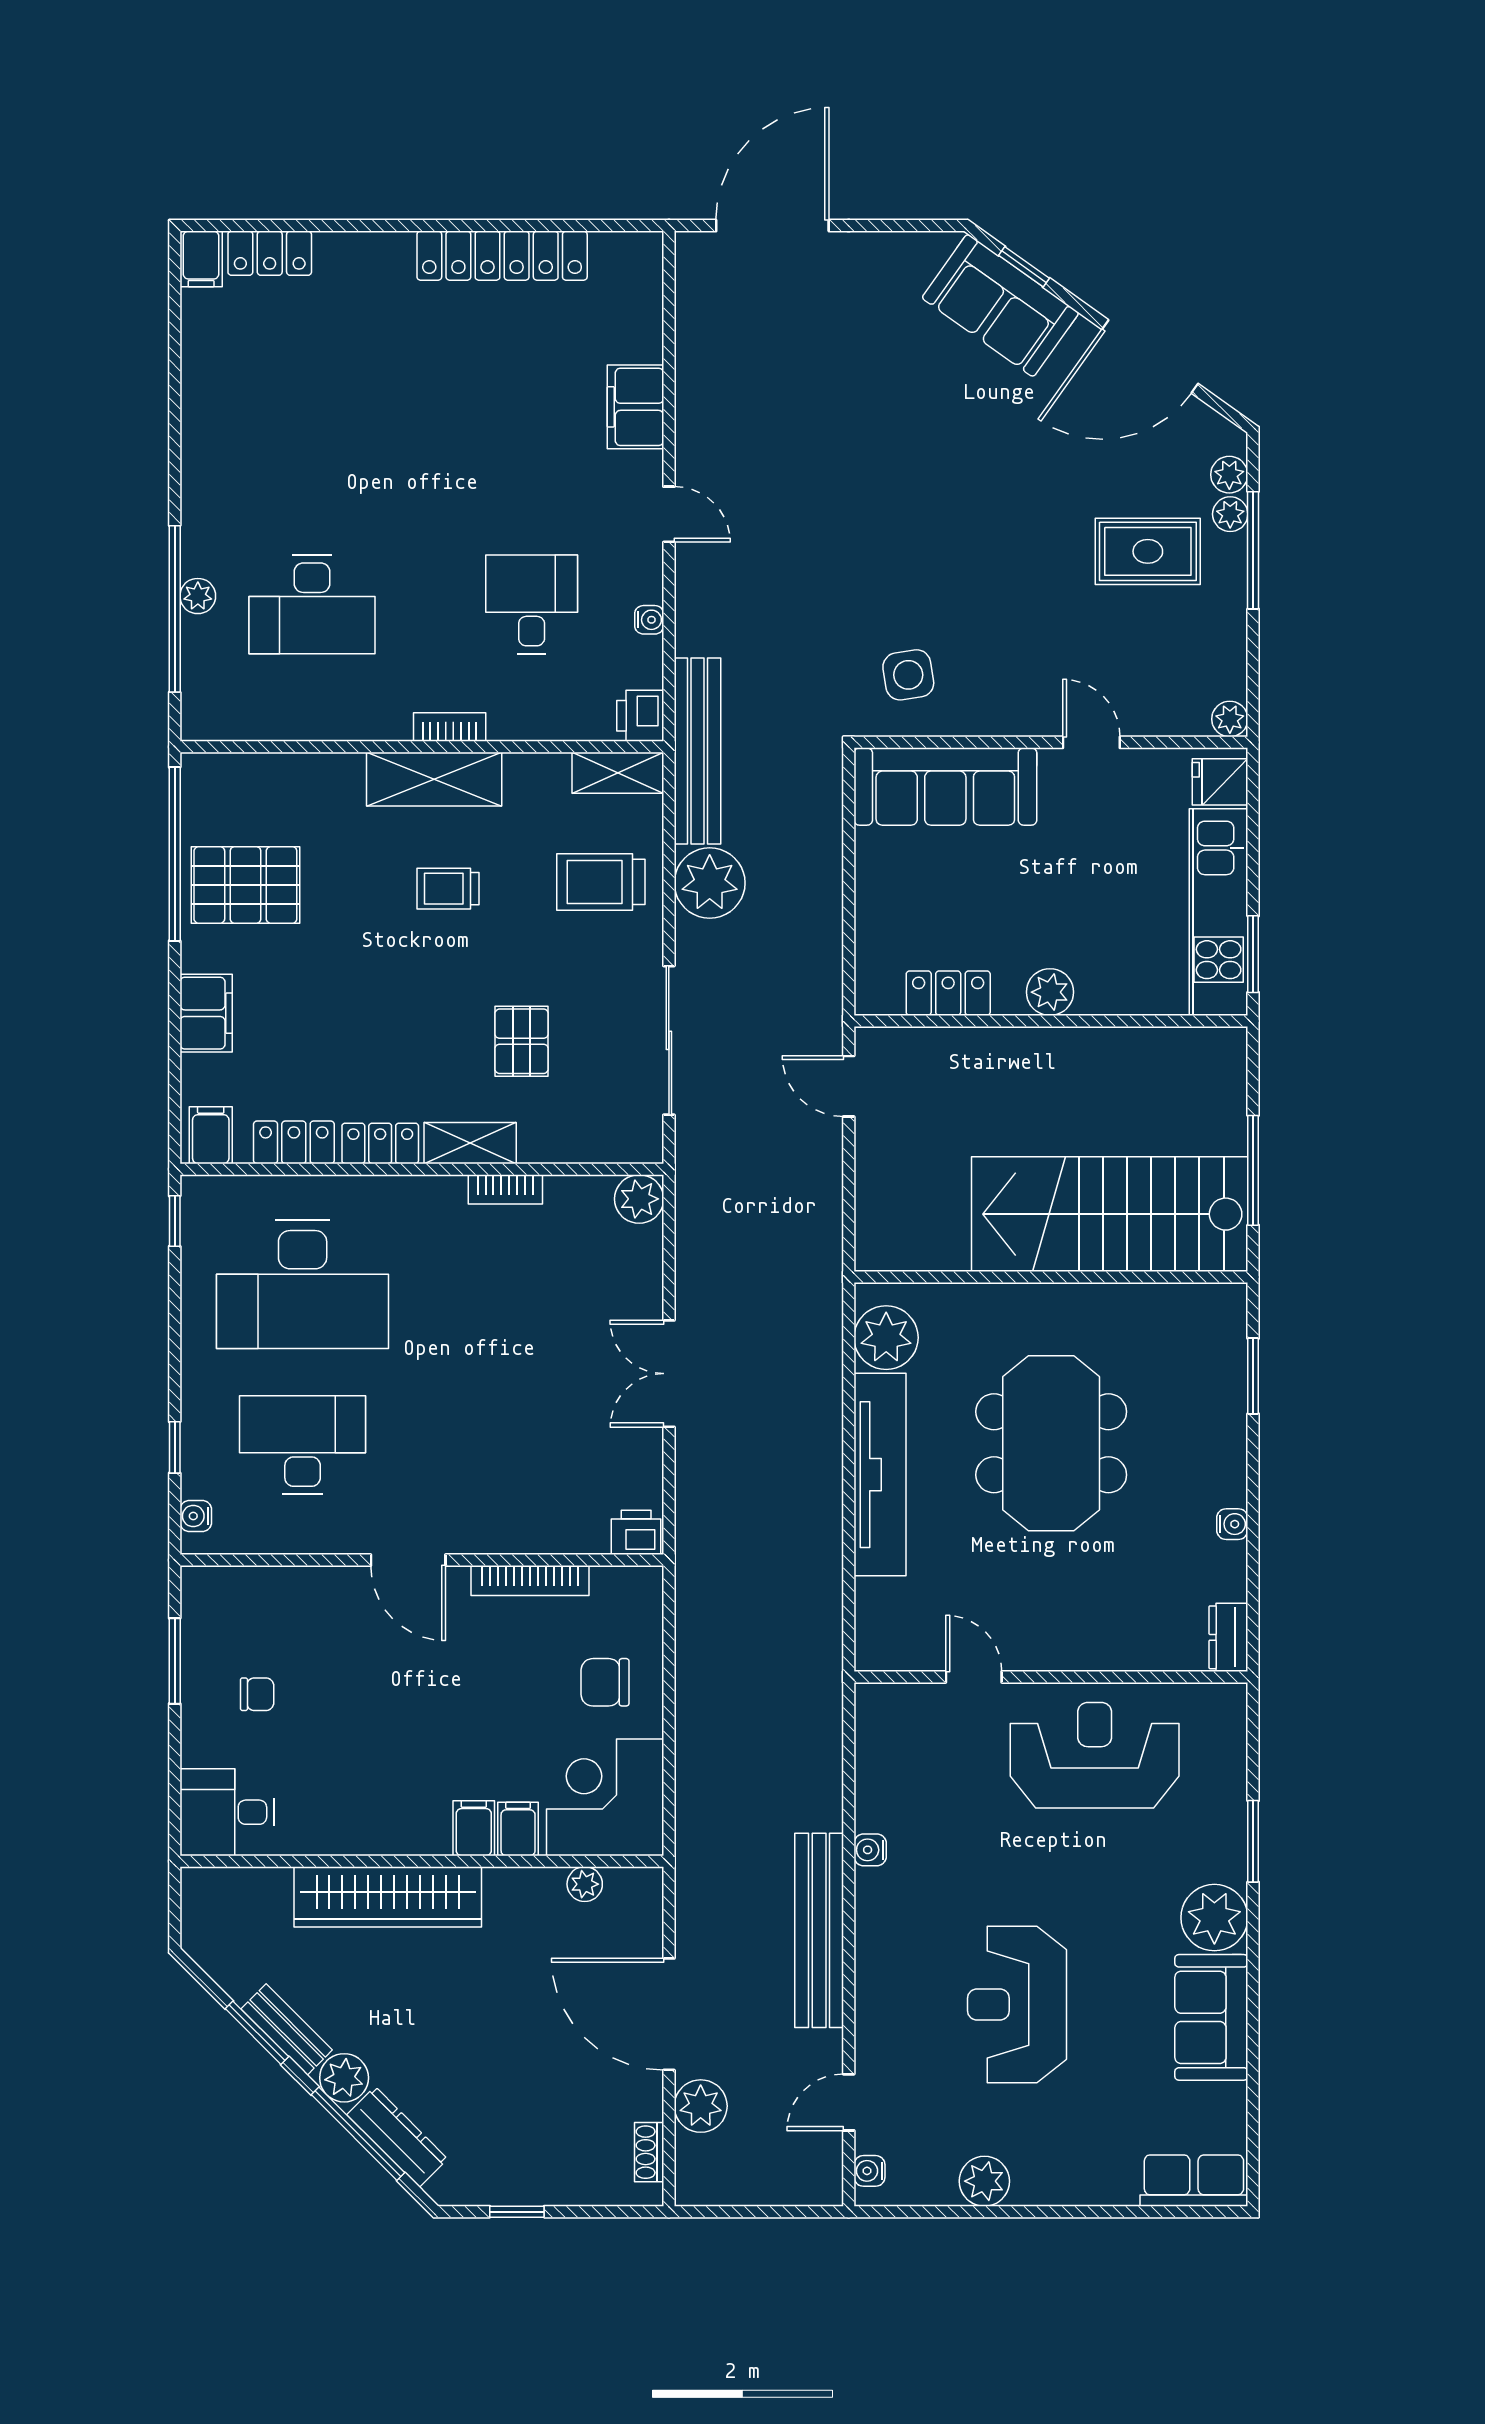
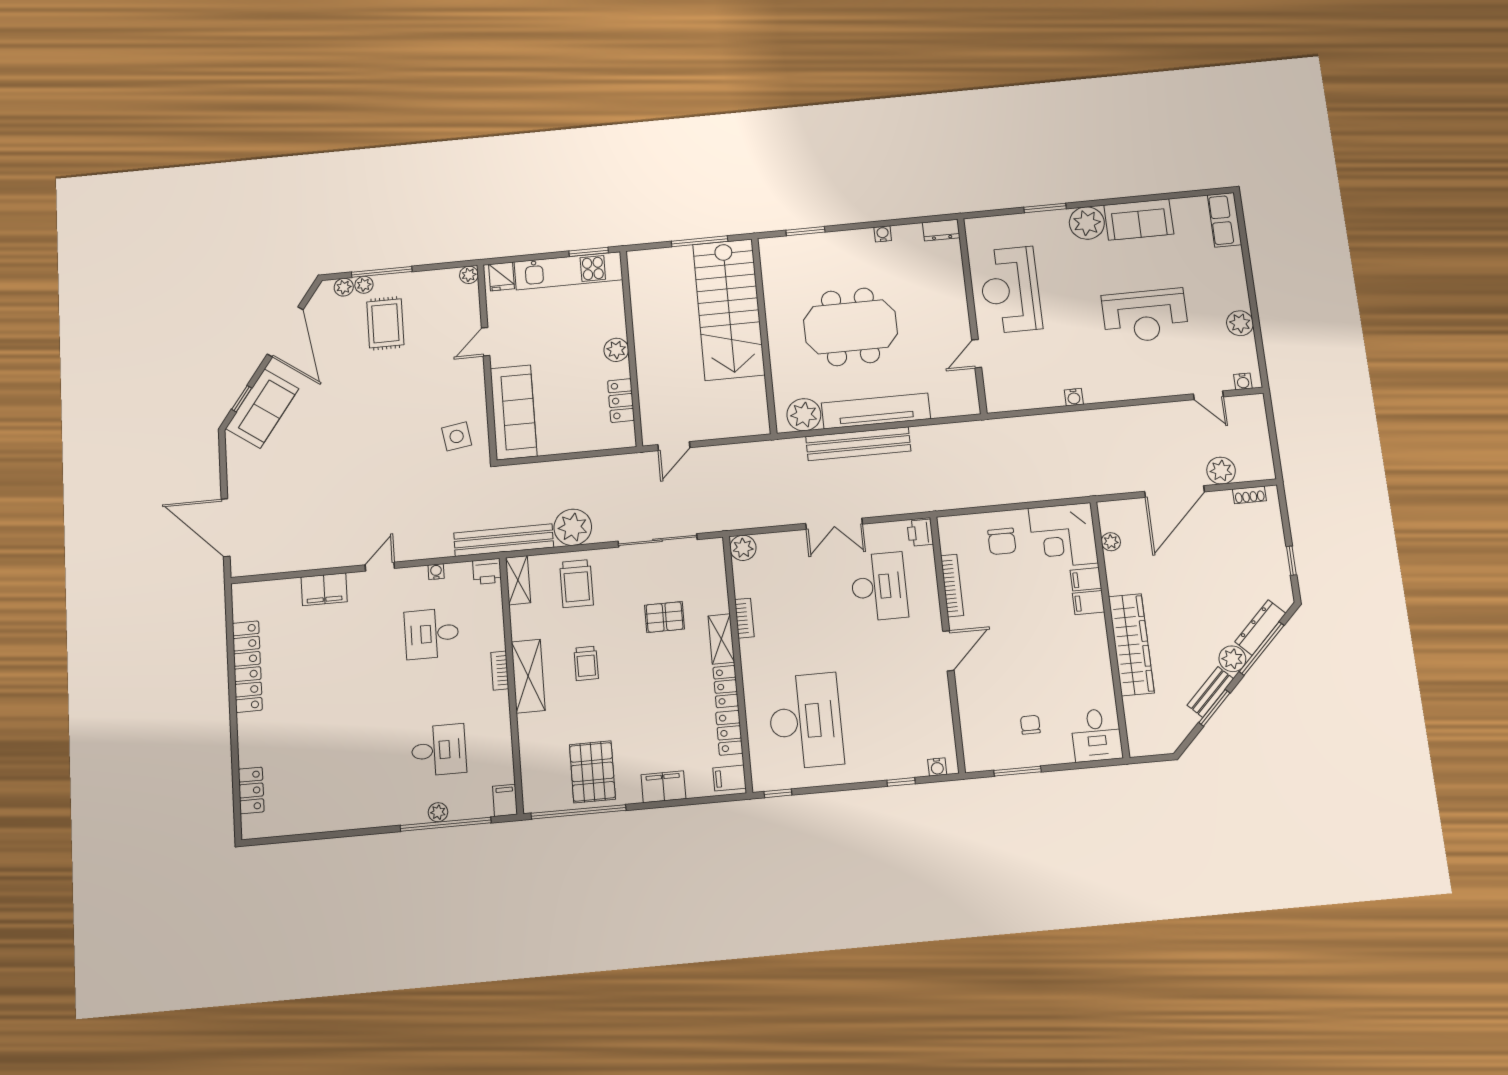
filing cabinet: (201, 259) -> (505, 800), moved, turned -90
desk: (312, 604) -> (439, 750), width x0.73
desk: (303, 1445) -> (879, 587), moved, turned 180
bench: (819, 1930) -> (858, 444), moved

